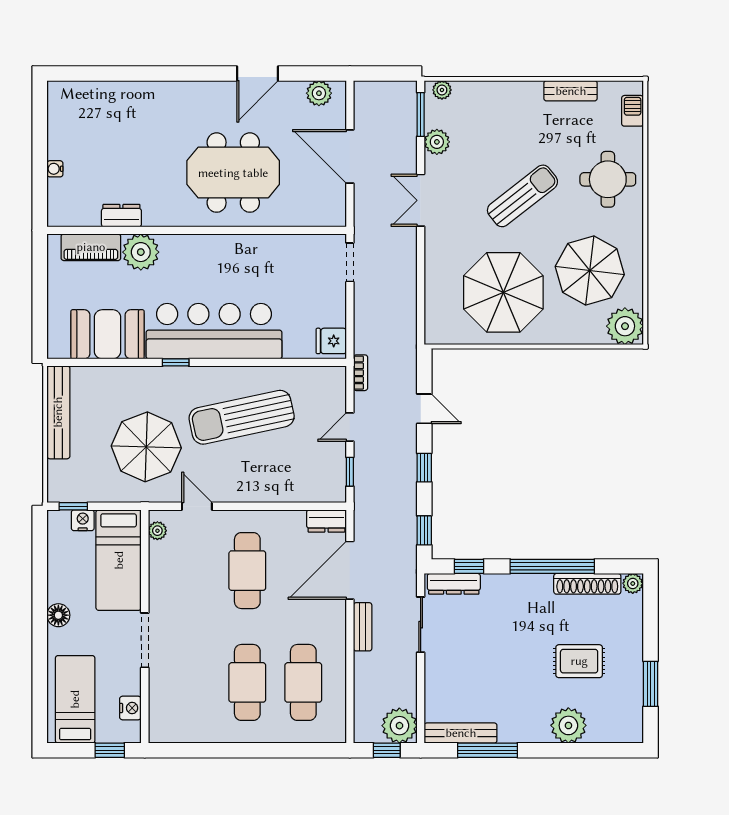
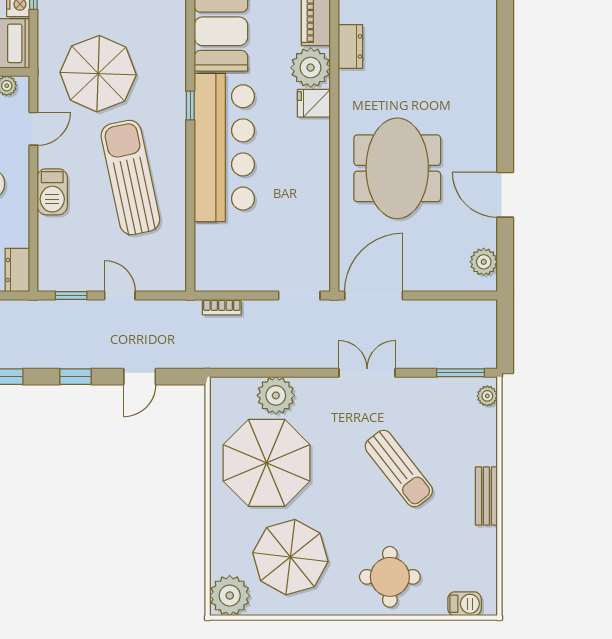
bench: (571, 91) -> (486, 496), moved
plant: (437, 142) -> (276, 395), moved, width x1.36, depth x1.36
door: (350, 156) -> (374, 296), moved
sun lounger: (522, 196) -> (399, 469), moved
fridge: (331, 341) -> (314, 103), moved, turned -90
bookcase: (361, 373) -> (222, 307), moved
barbecue: (255, 489) -> (52, 192), added

